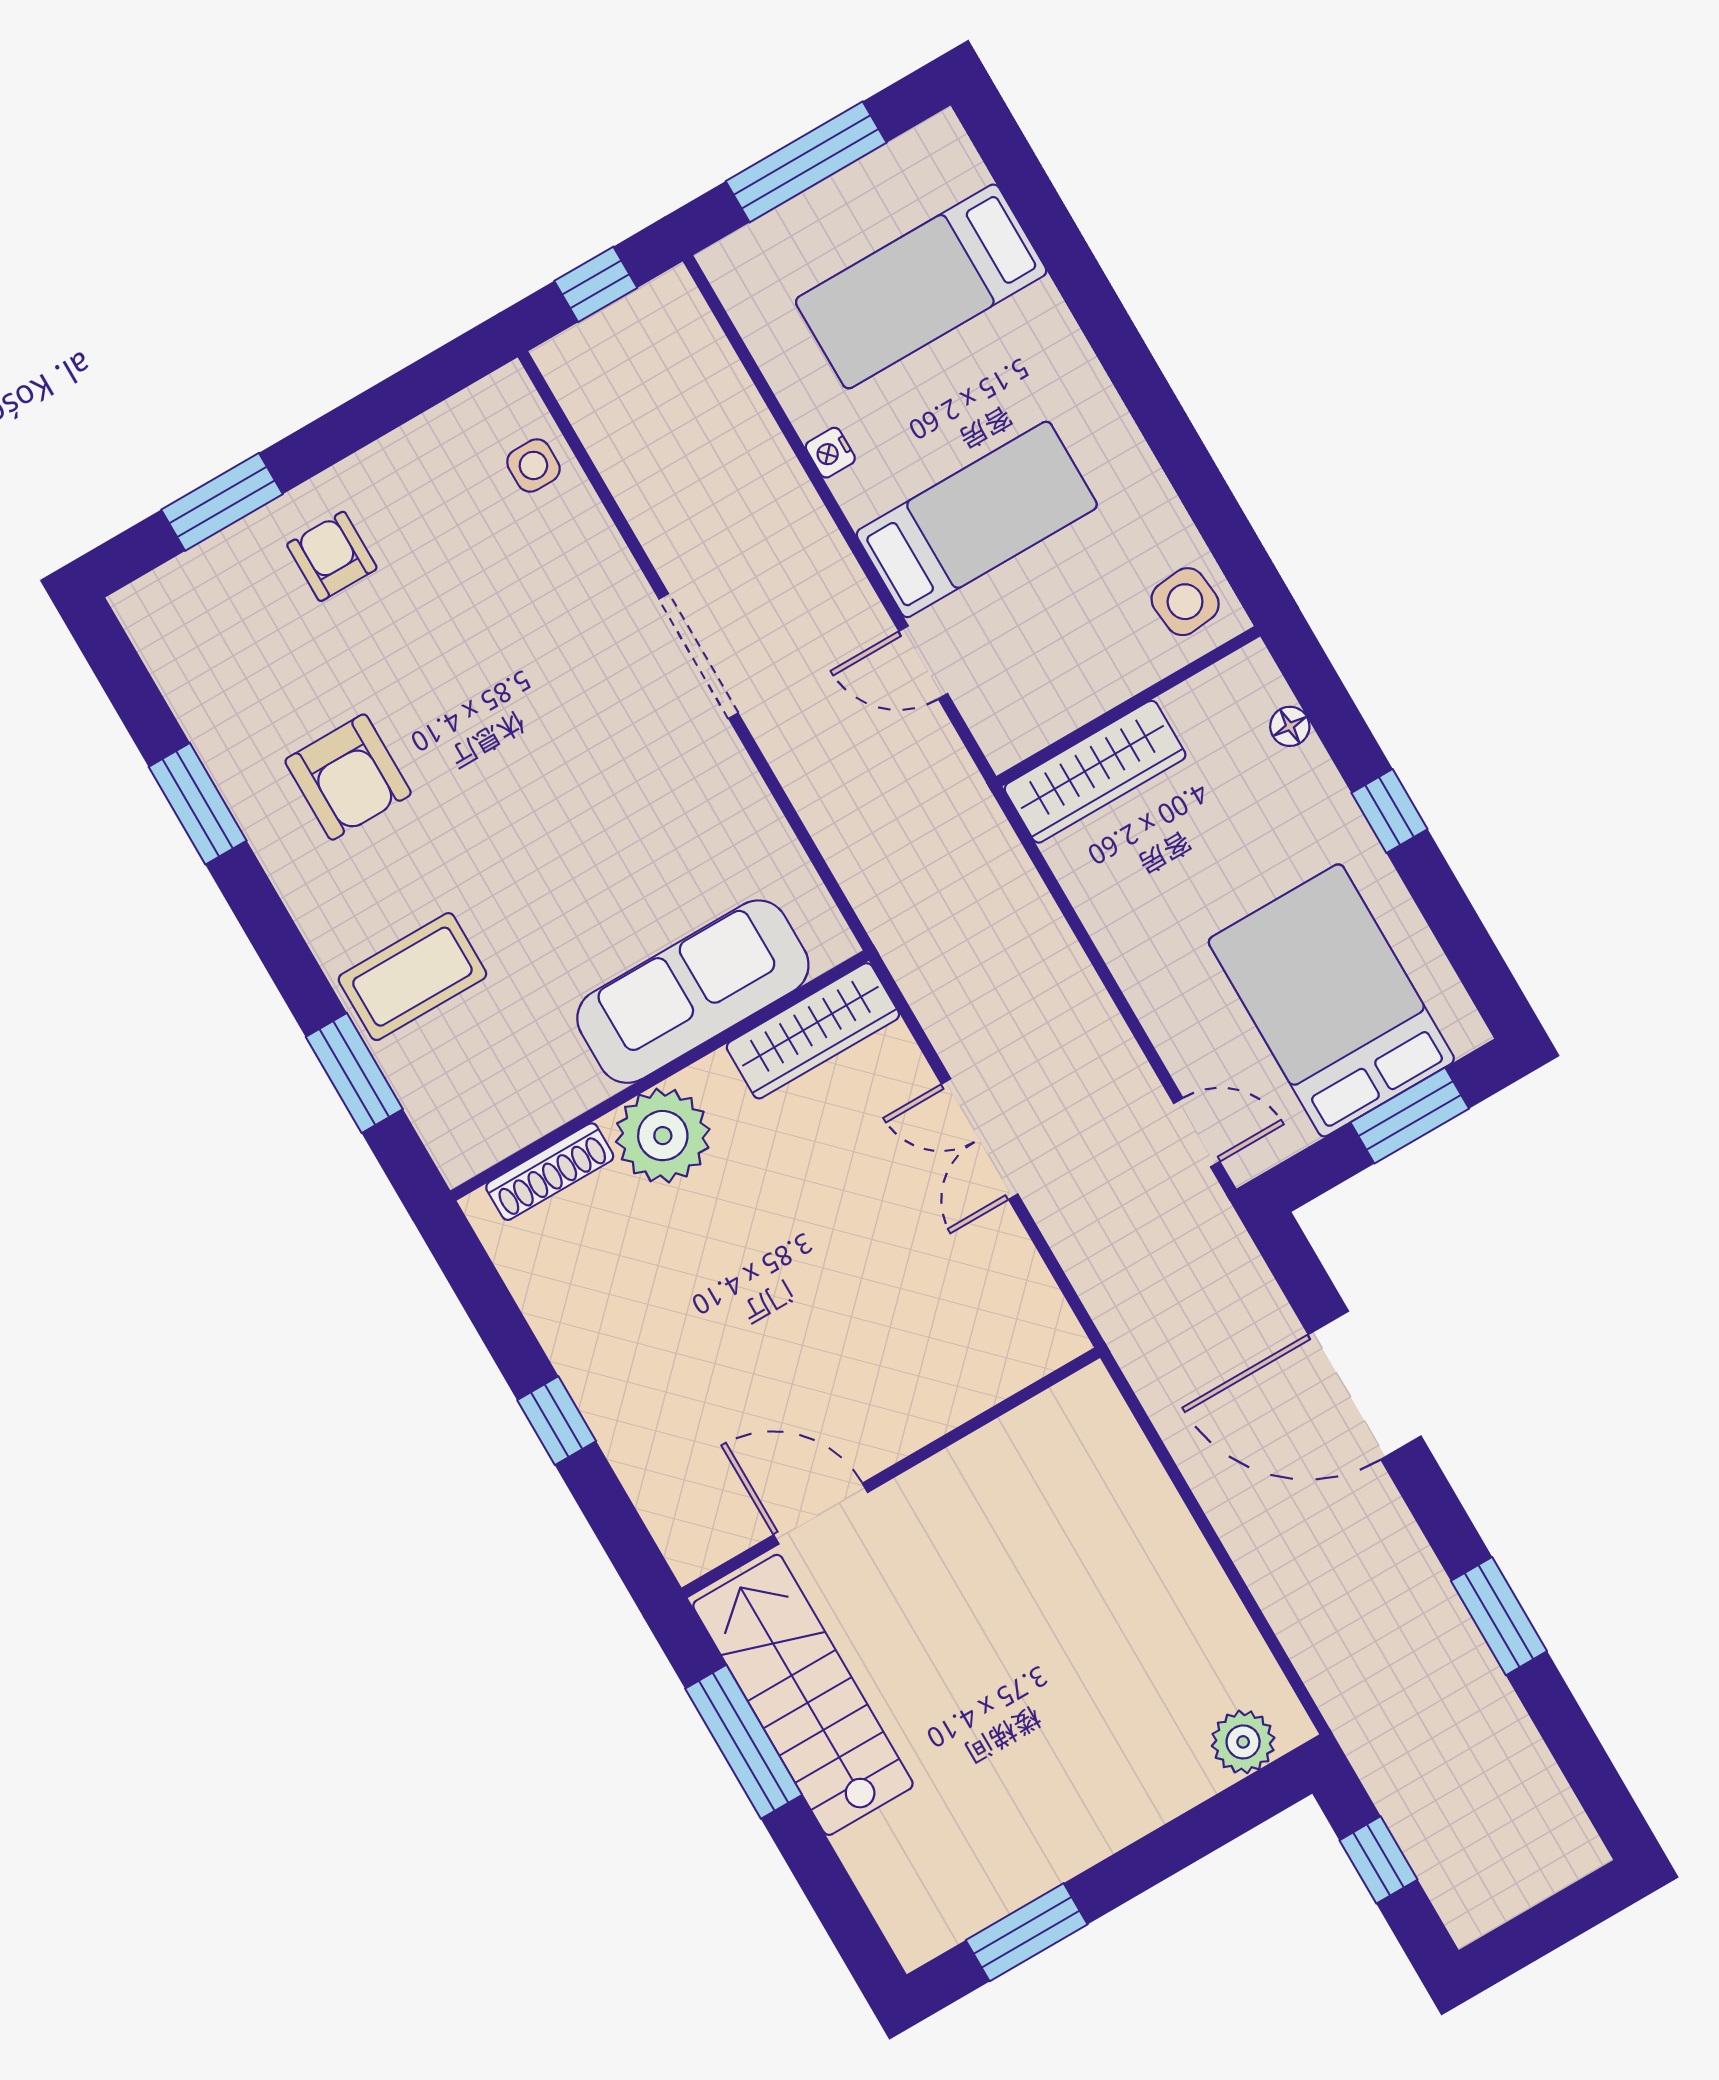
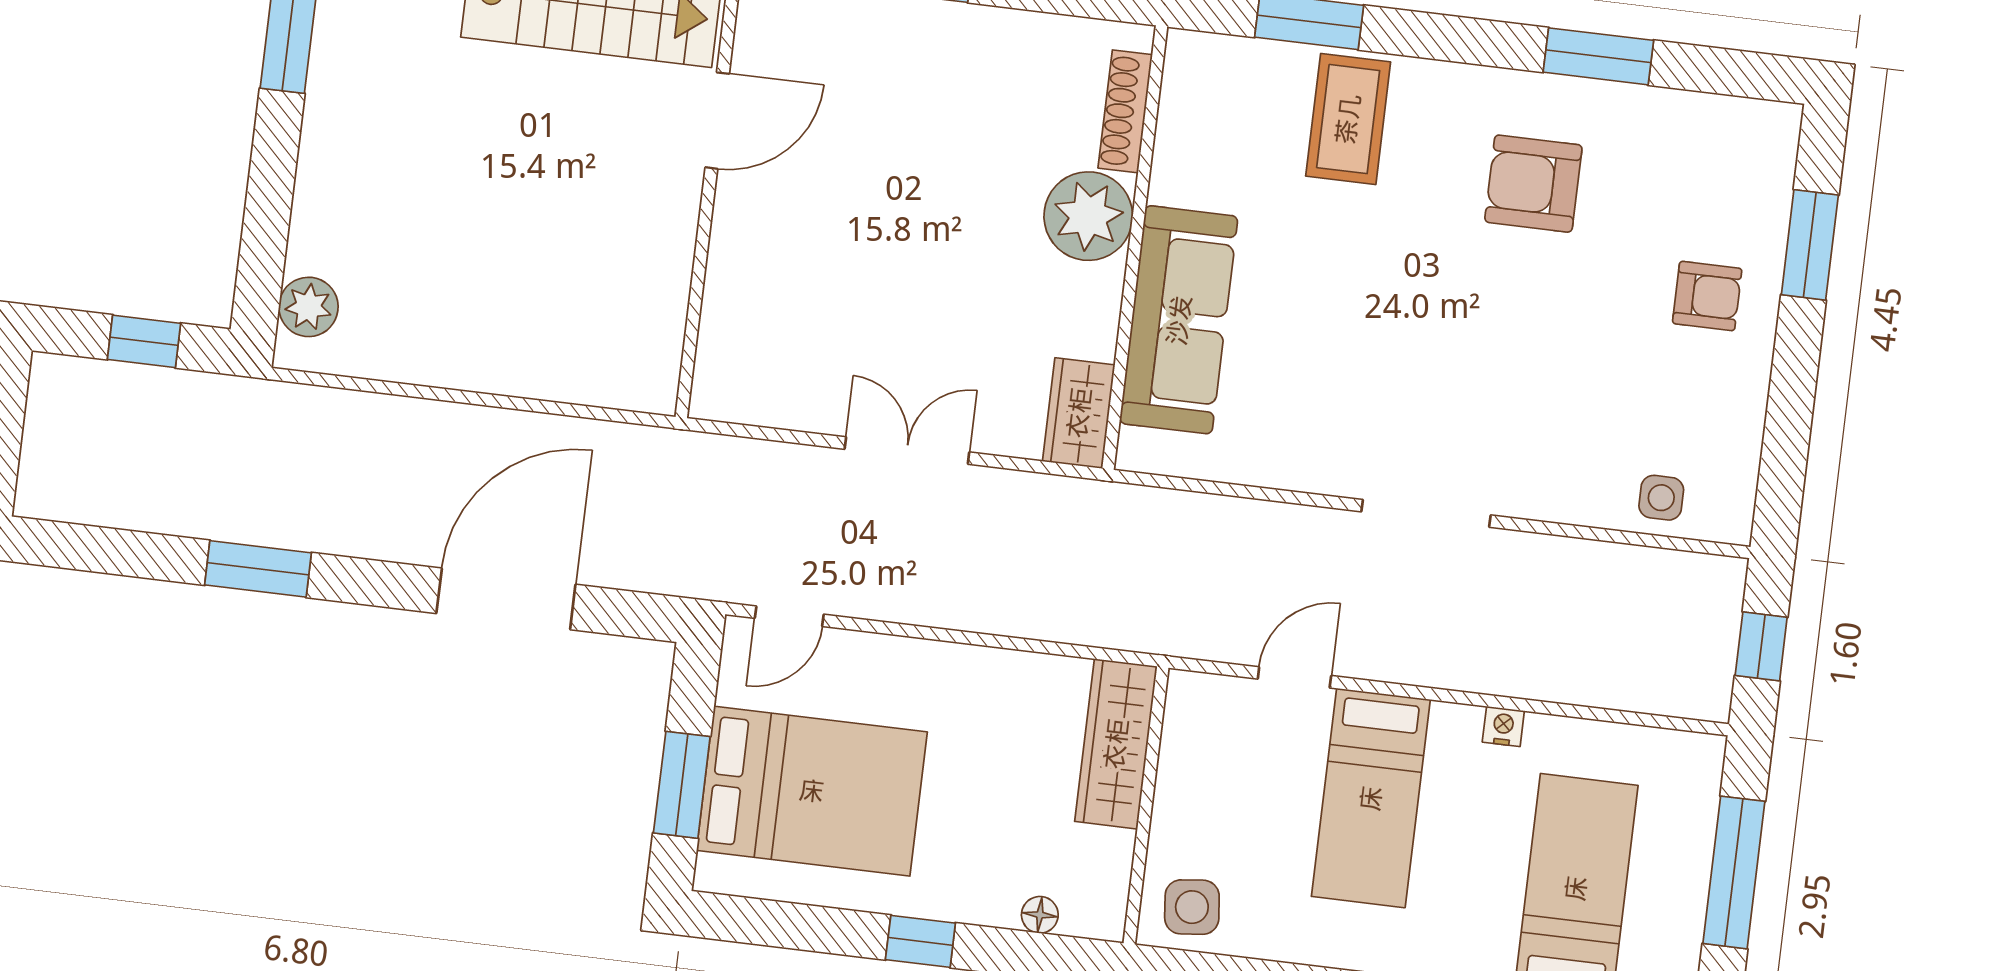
wardrobe: (813, 1031) -> (1079, 413), width x0.67

